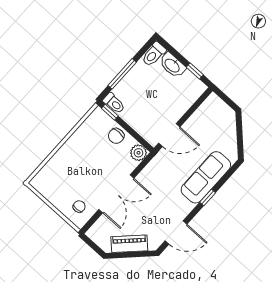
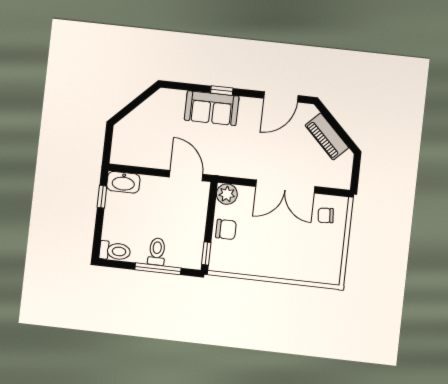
washbasin: (172, 65) -> (123, 182), moved, turned 90
toilet: (114, 103) -> (157, 251), moved
sofa: (206, 177) -> (212, 108), width x0.73
double door: (116, 194) -> (285, 187), swing flipped
door: (176, 232) -> (281, 97), swing flipped

